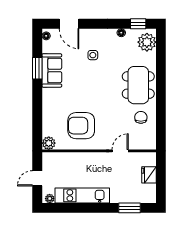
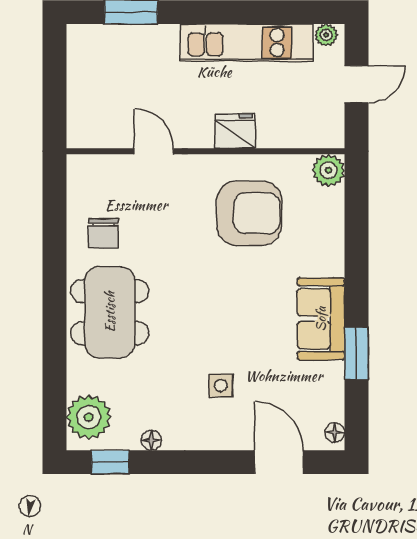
sofa: (52, 70) -> (321, 319), moved
door: (120, 151) -> (154, 151), swing flipped
fridge: (149, 175) -> (235, 131), moved, turned -90

